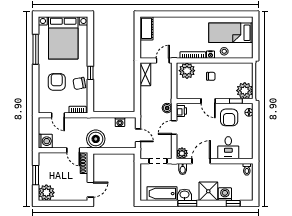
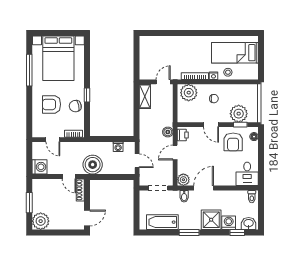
cot: (147, 28) -> (146, 48), removed
armchair: (57, 82) -> (51, 104), turned -90
plant: (245, 91) -> (239, 114), moved
desk: (228, 148) -> (247, 174), moved
washbasin: (185, 195) -> (249, 223), moved

